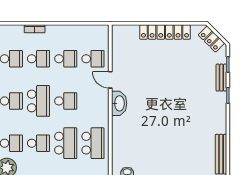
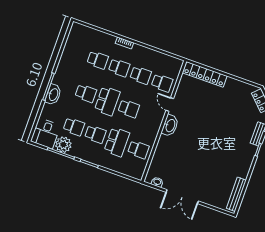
locker: (165, 32) -> (205, 74), moved
school desk: (93, 143) -> (138, 150), width x0.54

